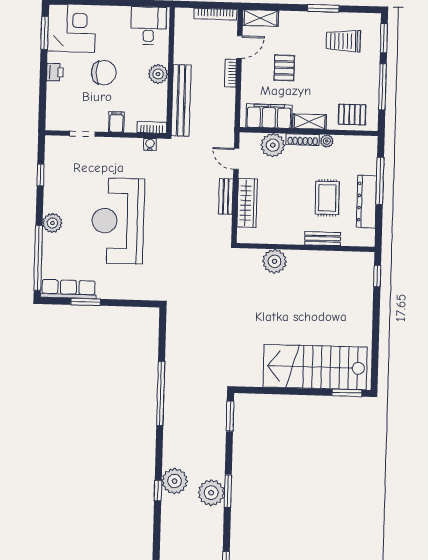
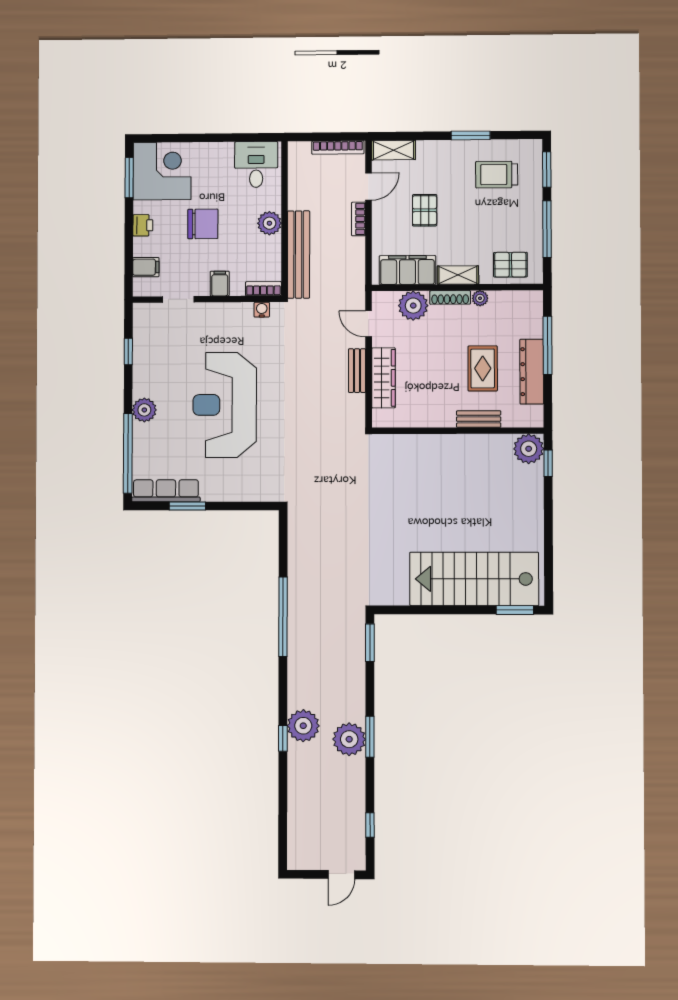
filing cabinet: (56, 107) -> (146, 267), added
plant: (275, 261) -> (529, 449), moved

